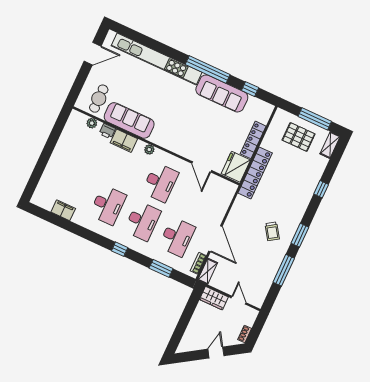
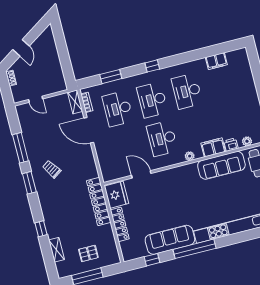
pallet: (299, 137) -> (88, 253), width x0.67, depth x0.71
shelving: (330, 145) -> (56, 250), moved
wardrobe: (214, 298) -> (55, 86), removed

